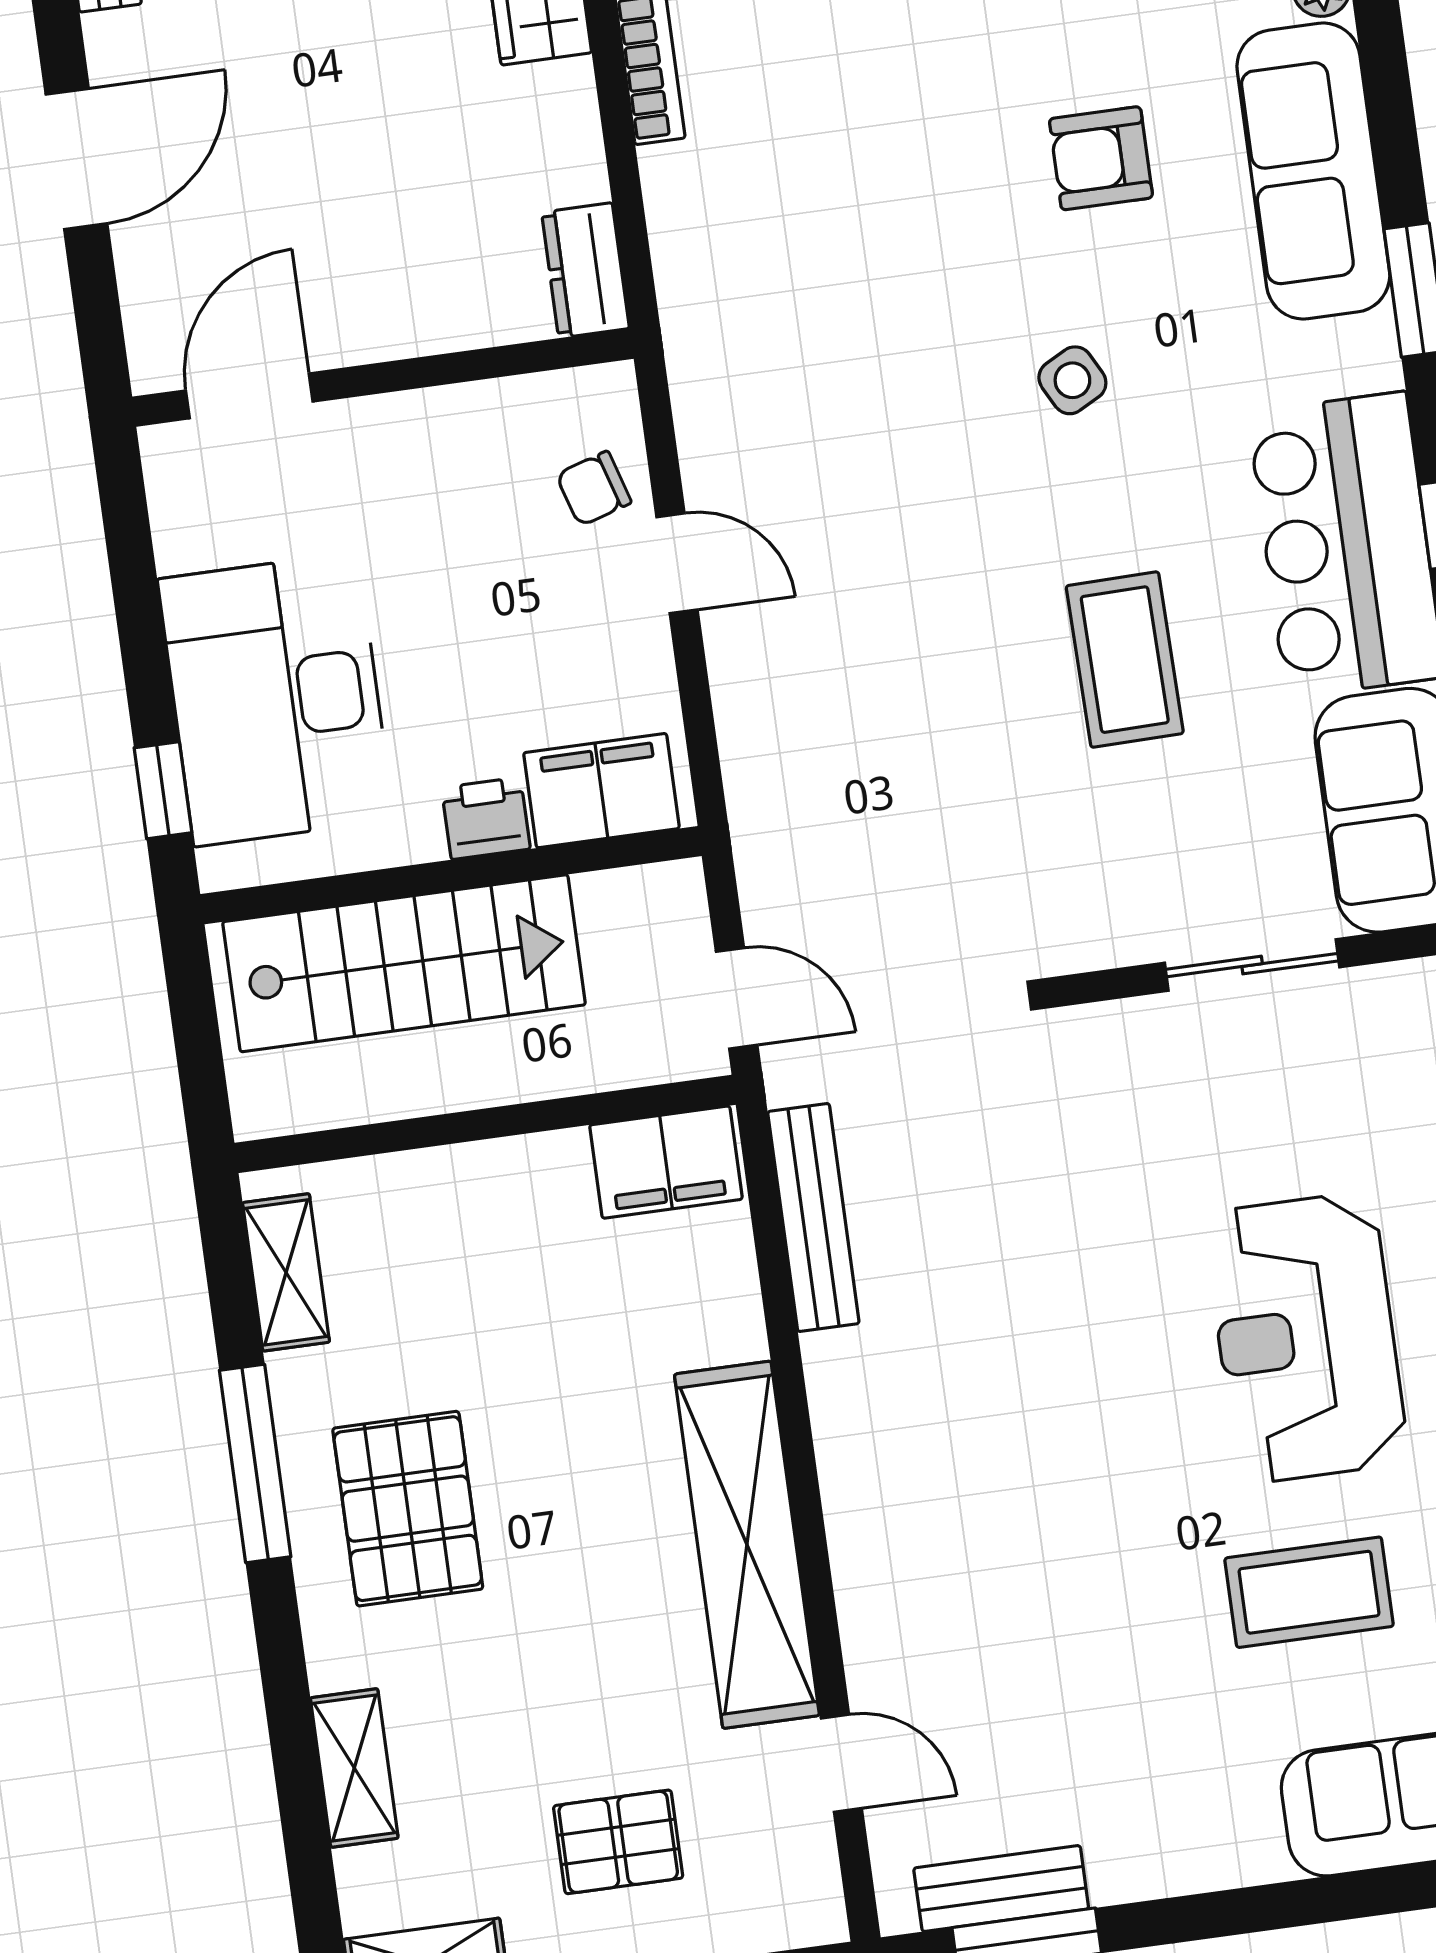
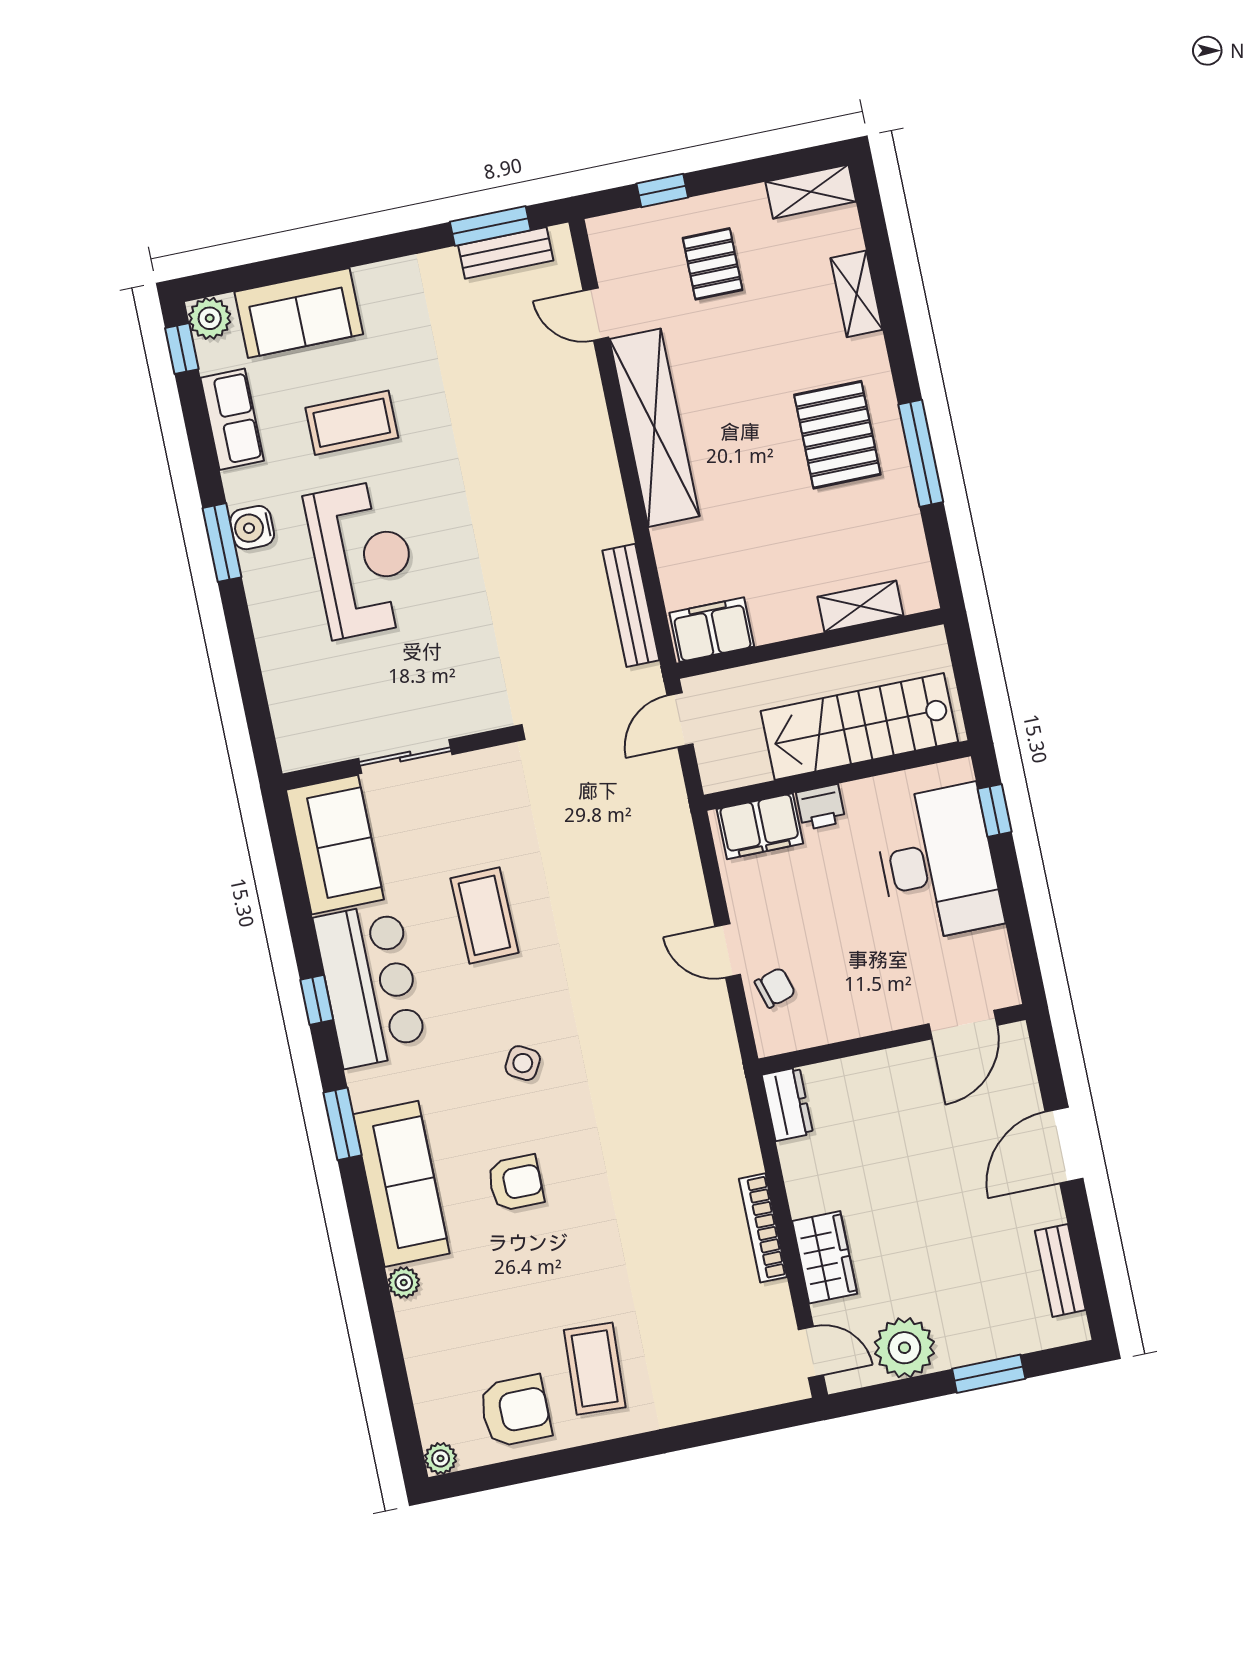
side table: (1072, 380) -> (523, 1063), turned -33
door: (737, 998) -> (680, 720), hinge flipped
shelving: (286, 1272) -> (860, 606), moved, turned 90
pallet: (618, 1842) -> (713, 264), turned 90

